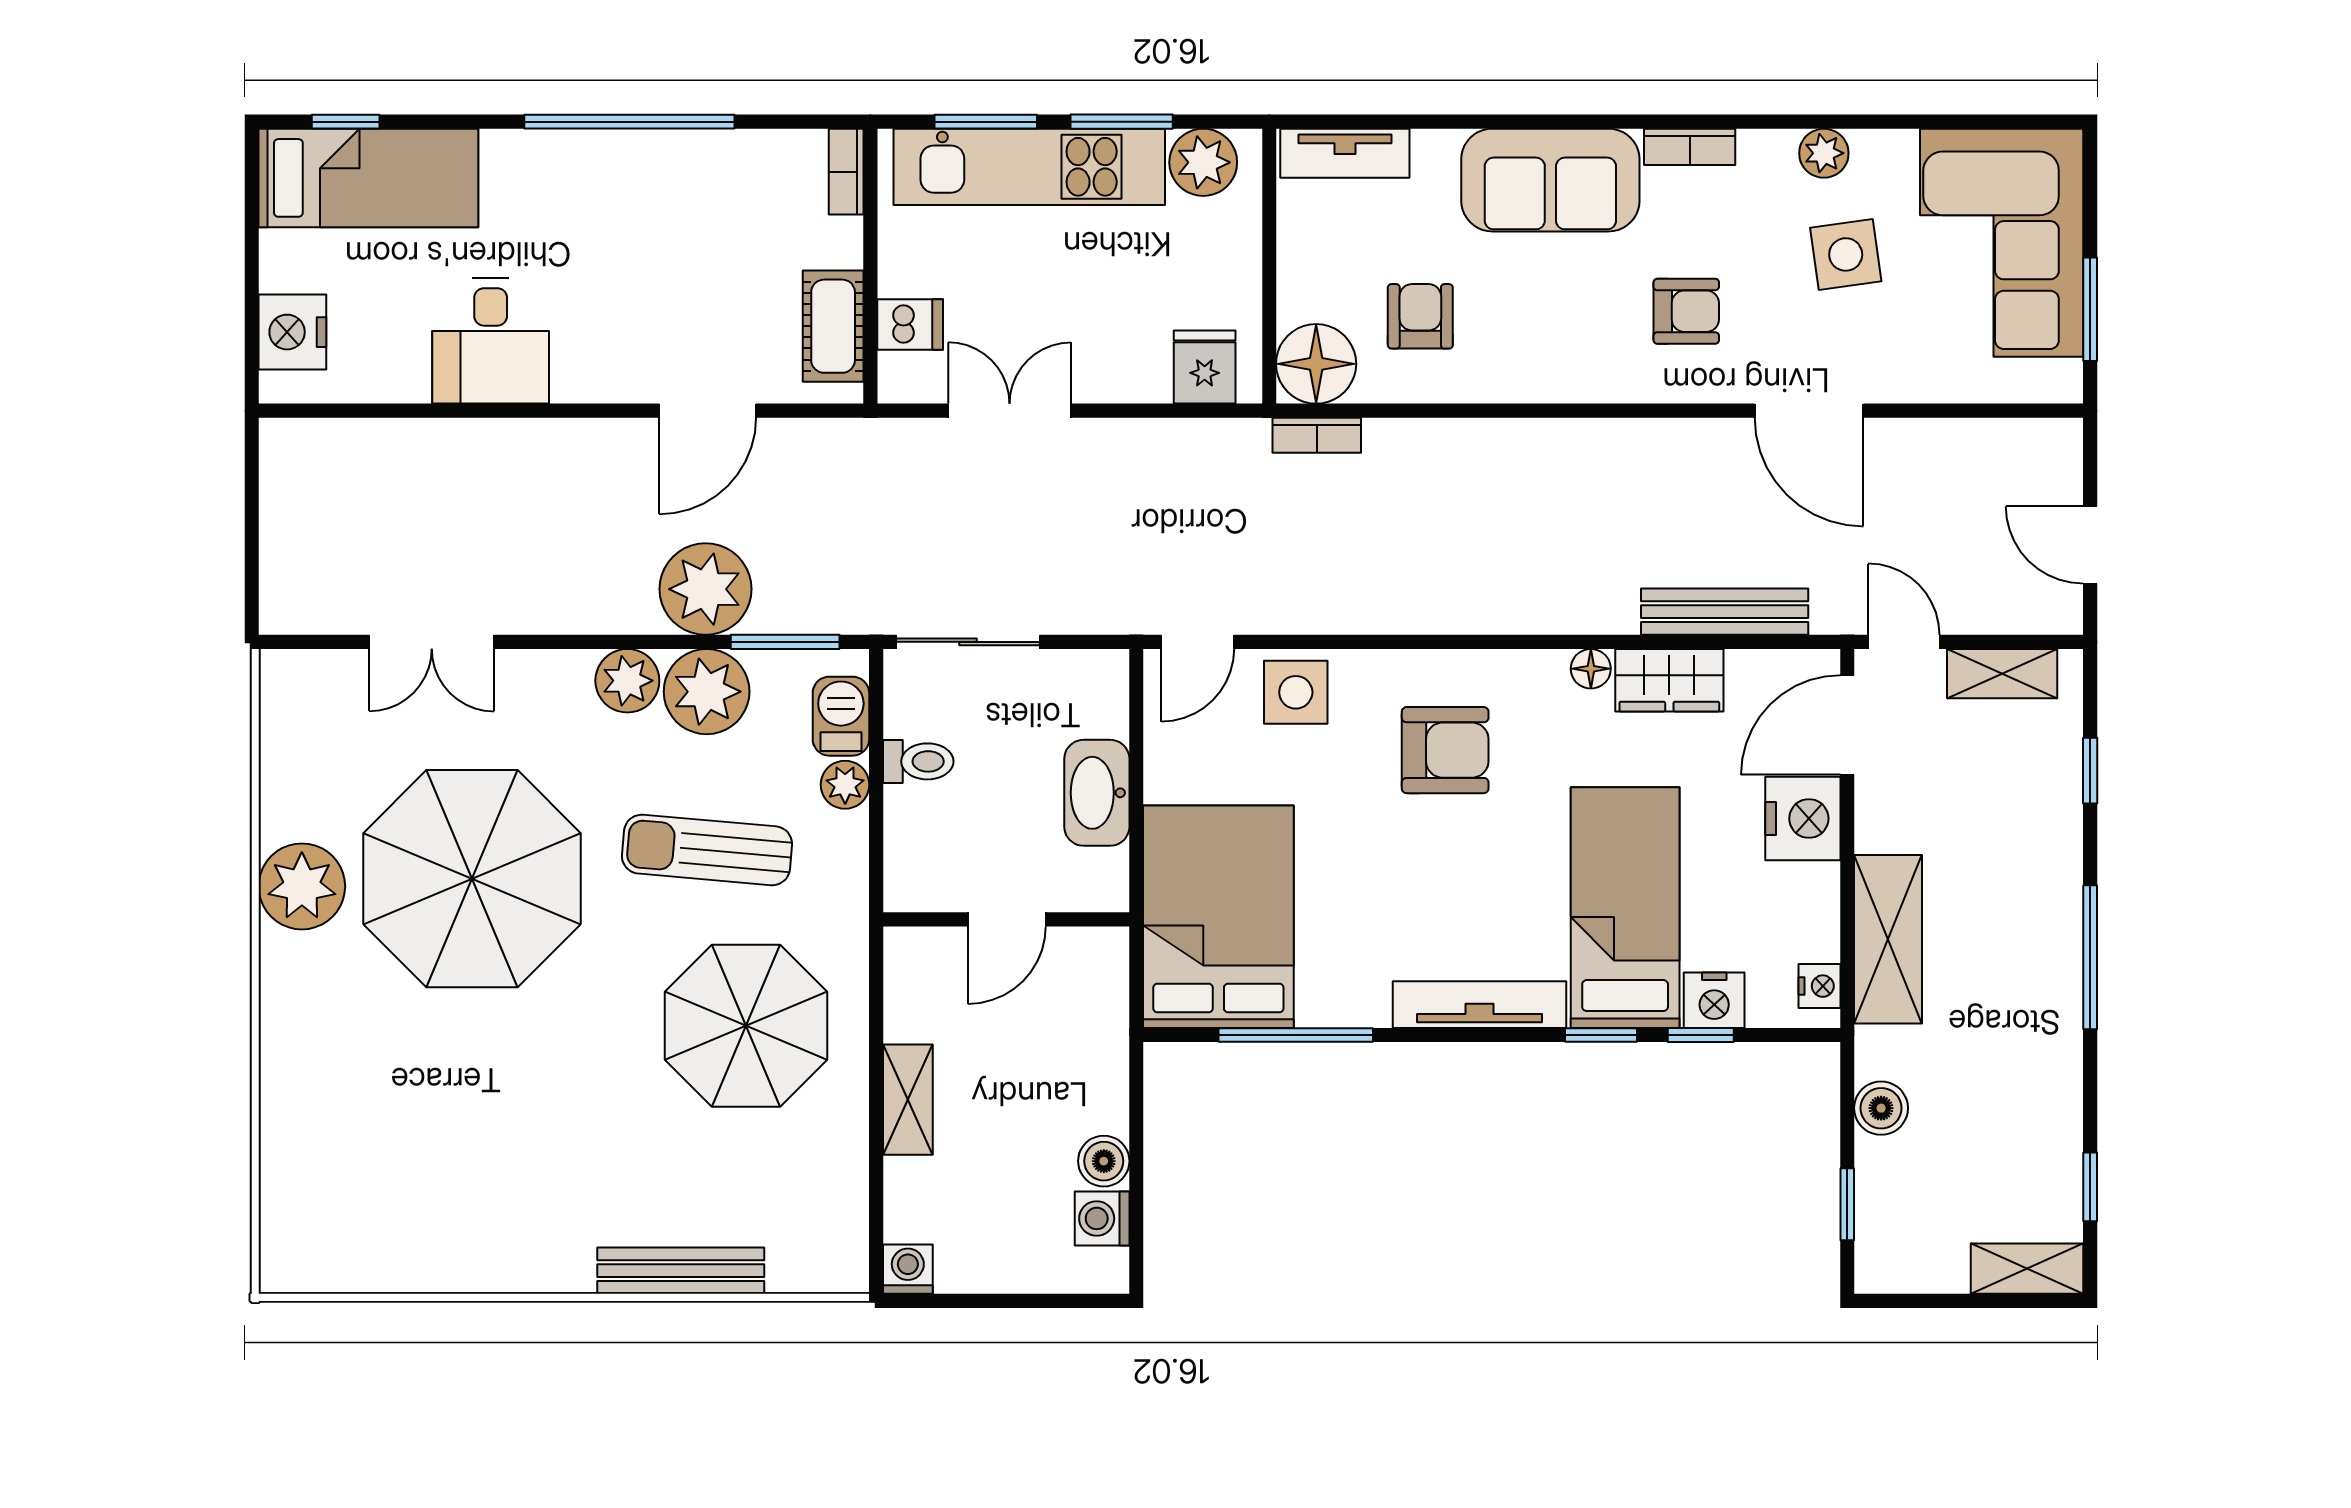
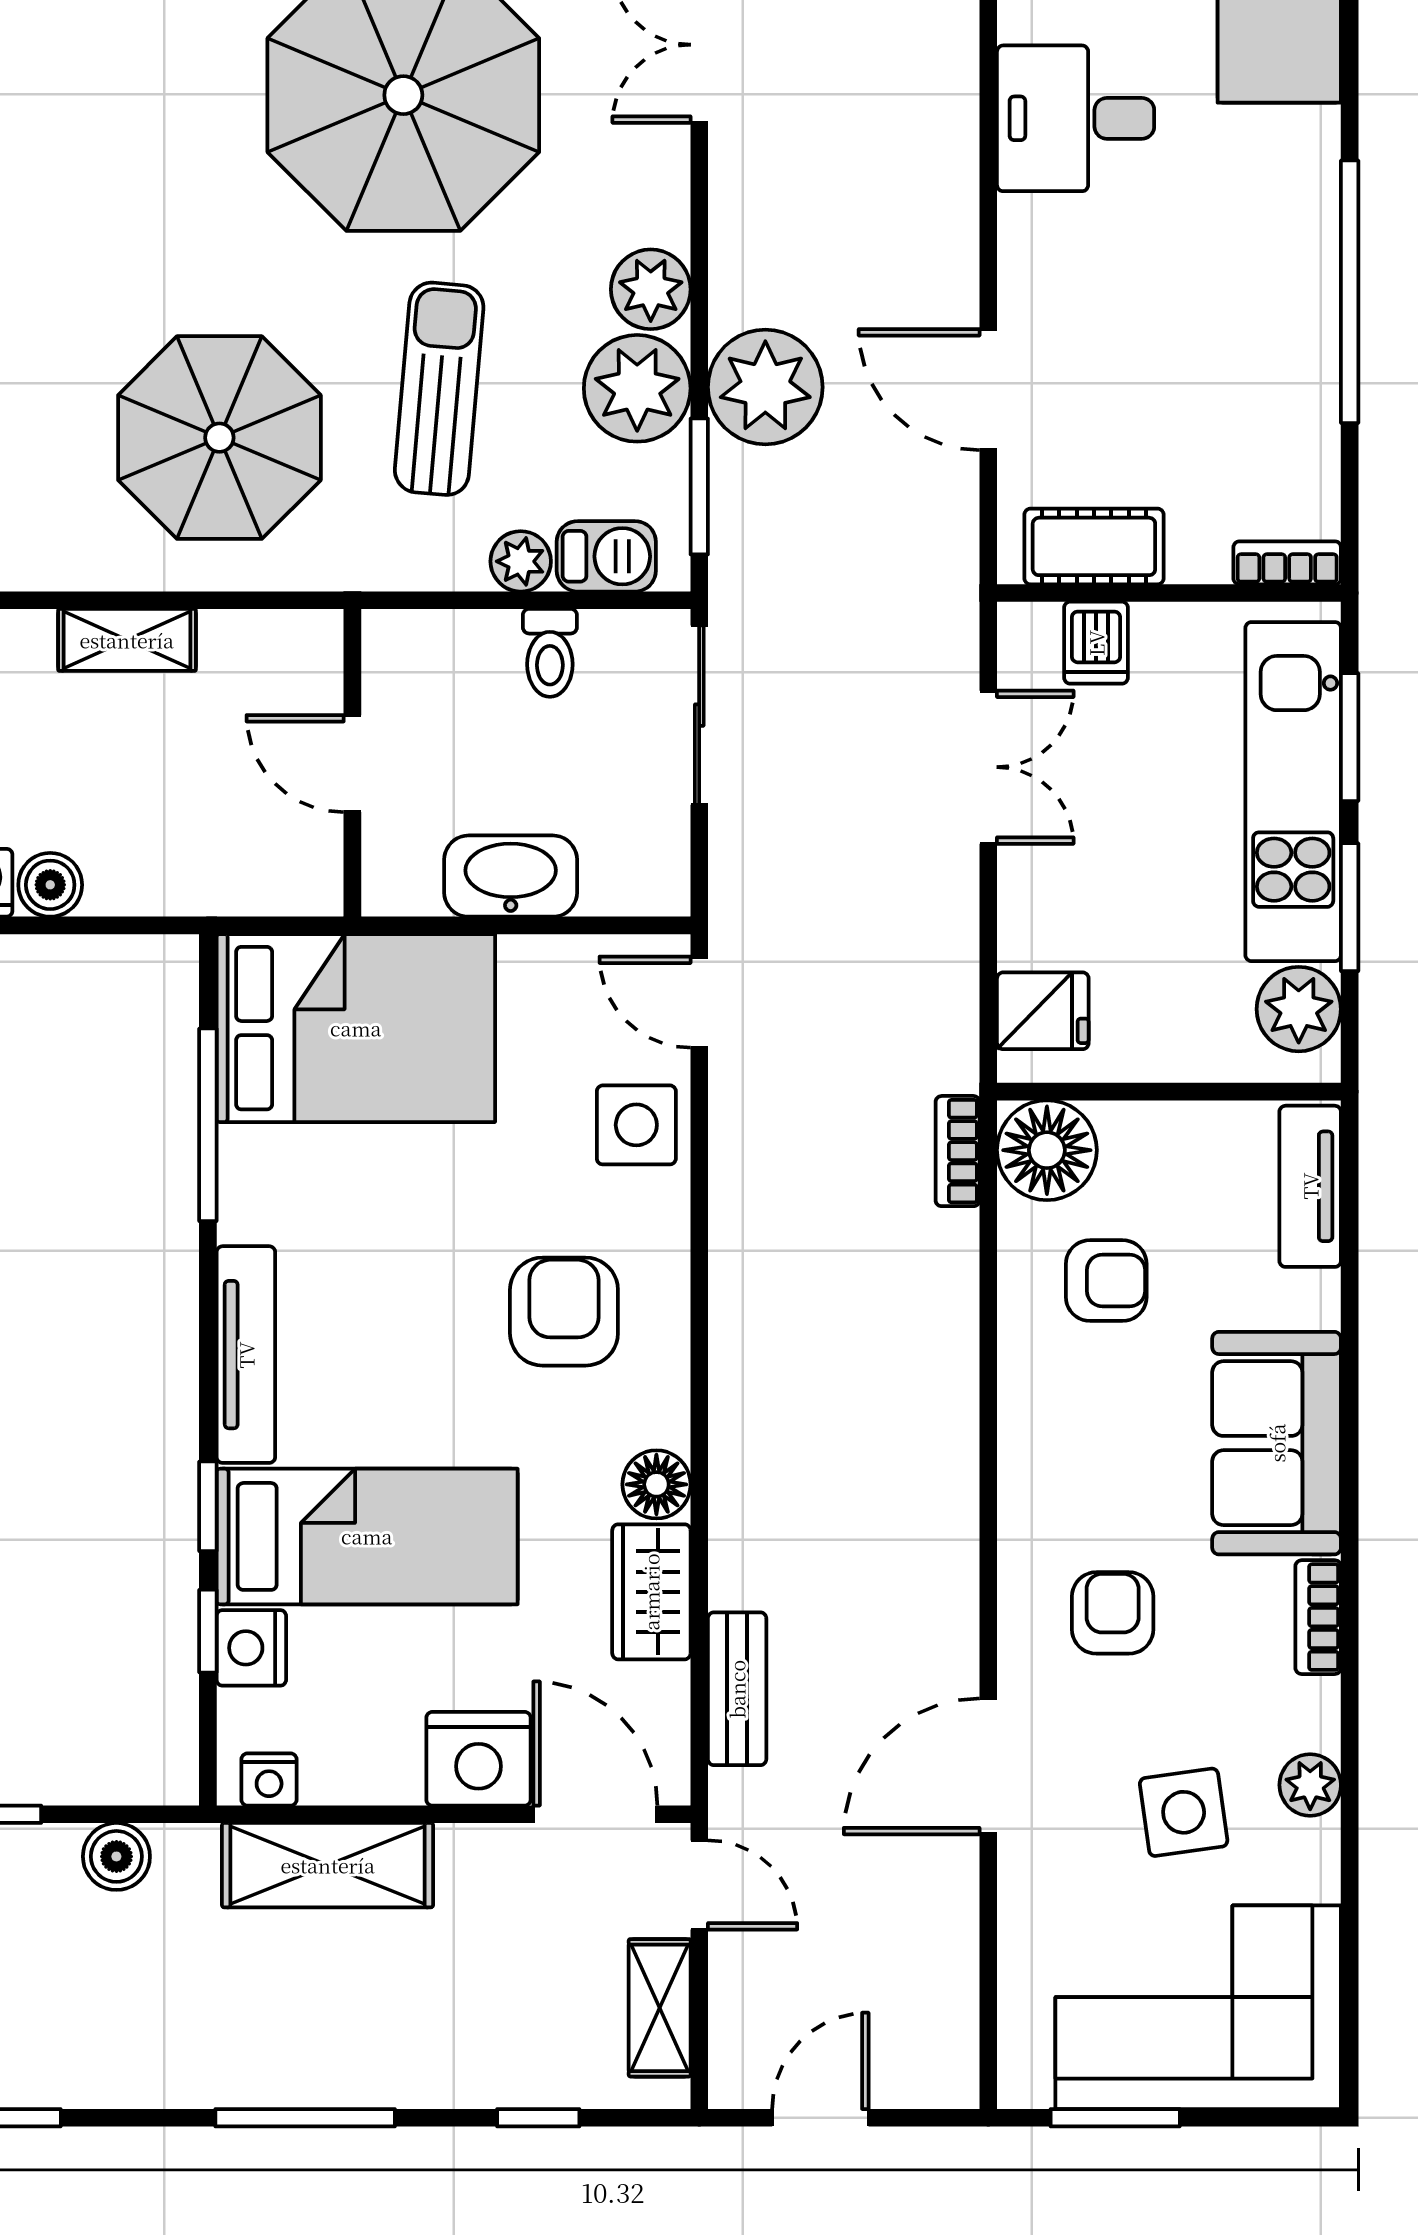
armchair: (1686, 311) -> (1113, 1613), turned 180
bench: (1725, 612) -> (737, 1689), width x0.73
door: (1904, 642) -> (699, 1885), hinge flipped
floor lamp: (1591, 669) -> (656, 1484), width x1.37, depth x1.37
armchair: (1445, 750) -> (564, 1312), turned 180

